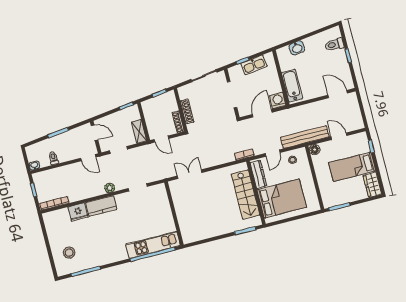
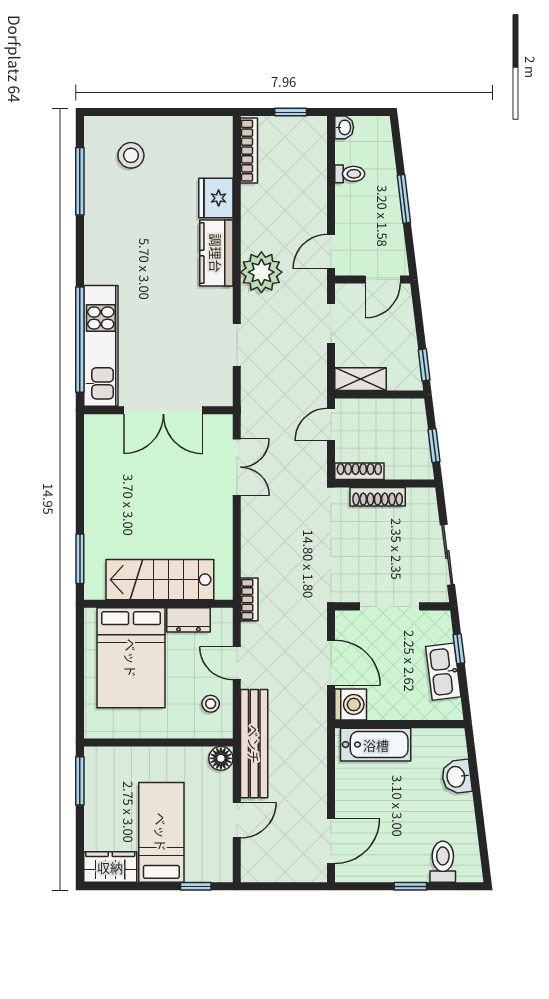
dresser: (258, 174) -> (188, 620), width x0.70
plant: (110, 188) -> (261, 272), width x1.87, depth x1.87
double door: (173, 211) -> (163, 410), added

